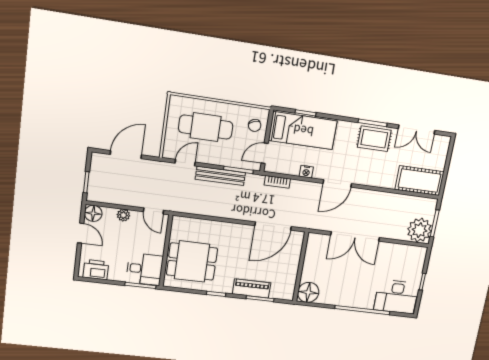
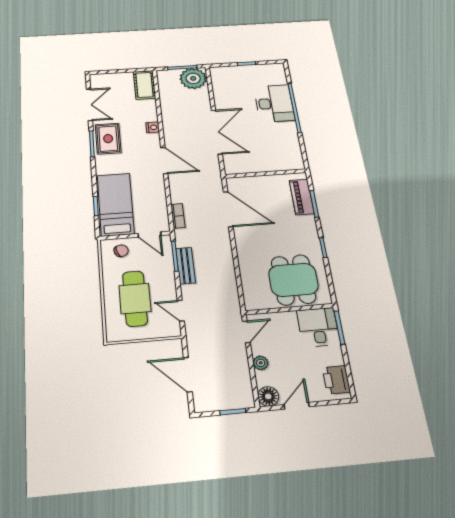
nightstand: (306, 172) -> (153, 127), moved
bench: (220, 176) -> (186, 266), width x0.73
cot: (419, 181) -> (144, 85), width x0.73, depth x0.75
piano: (252, 288) -> (302, 197), moved
floor lamp: (308, 292) -> (292, 160), removed
desk: (396, 297) -> (274, 103), moved

